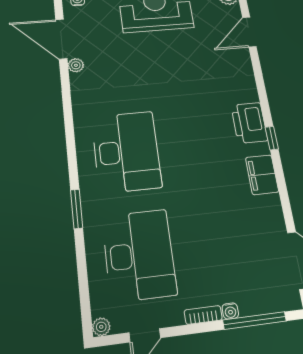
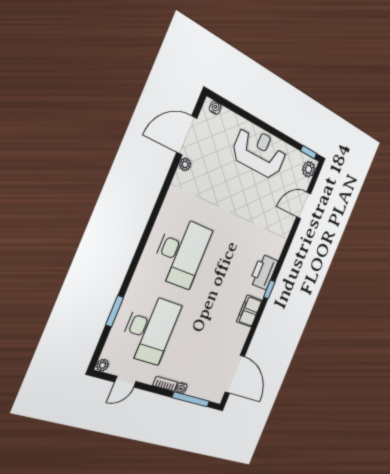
door: (61, 39) -> (187, 135), hinge flipped
window: (77, 209) -> (115, 311), moved

